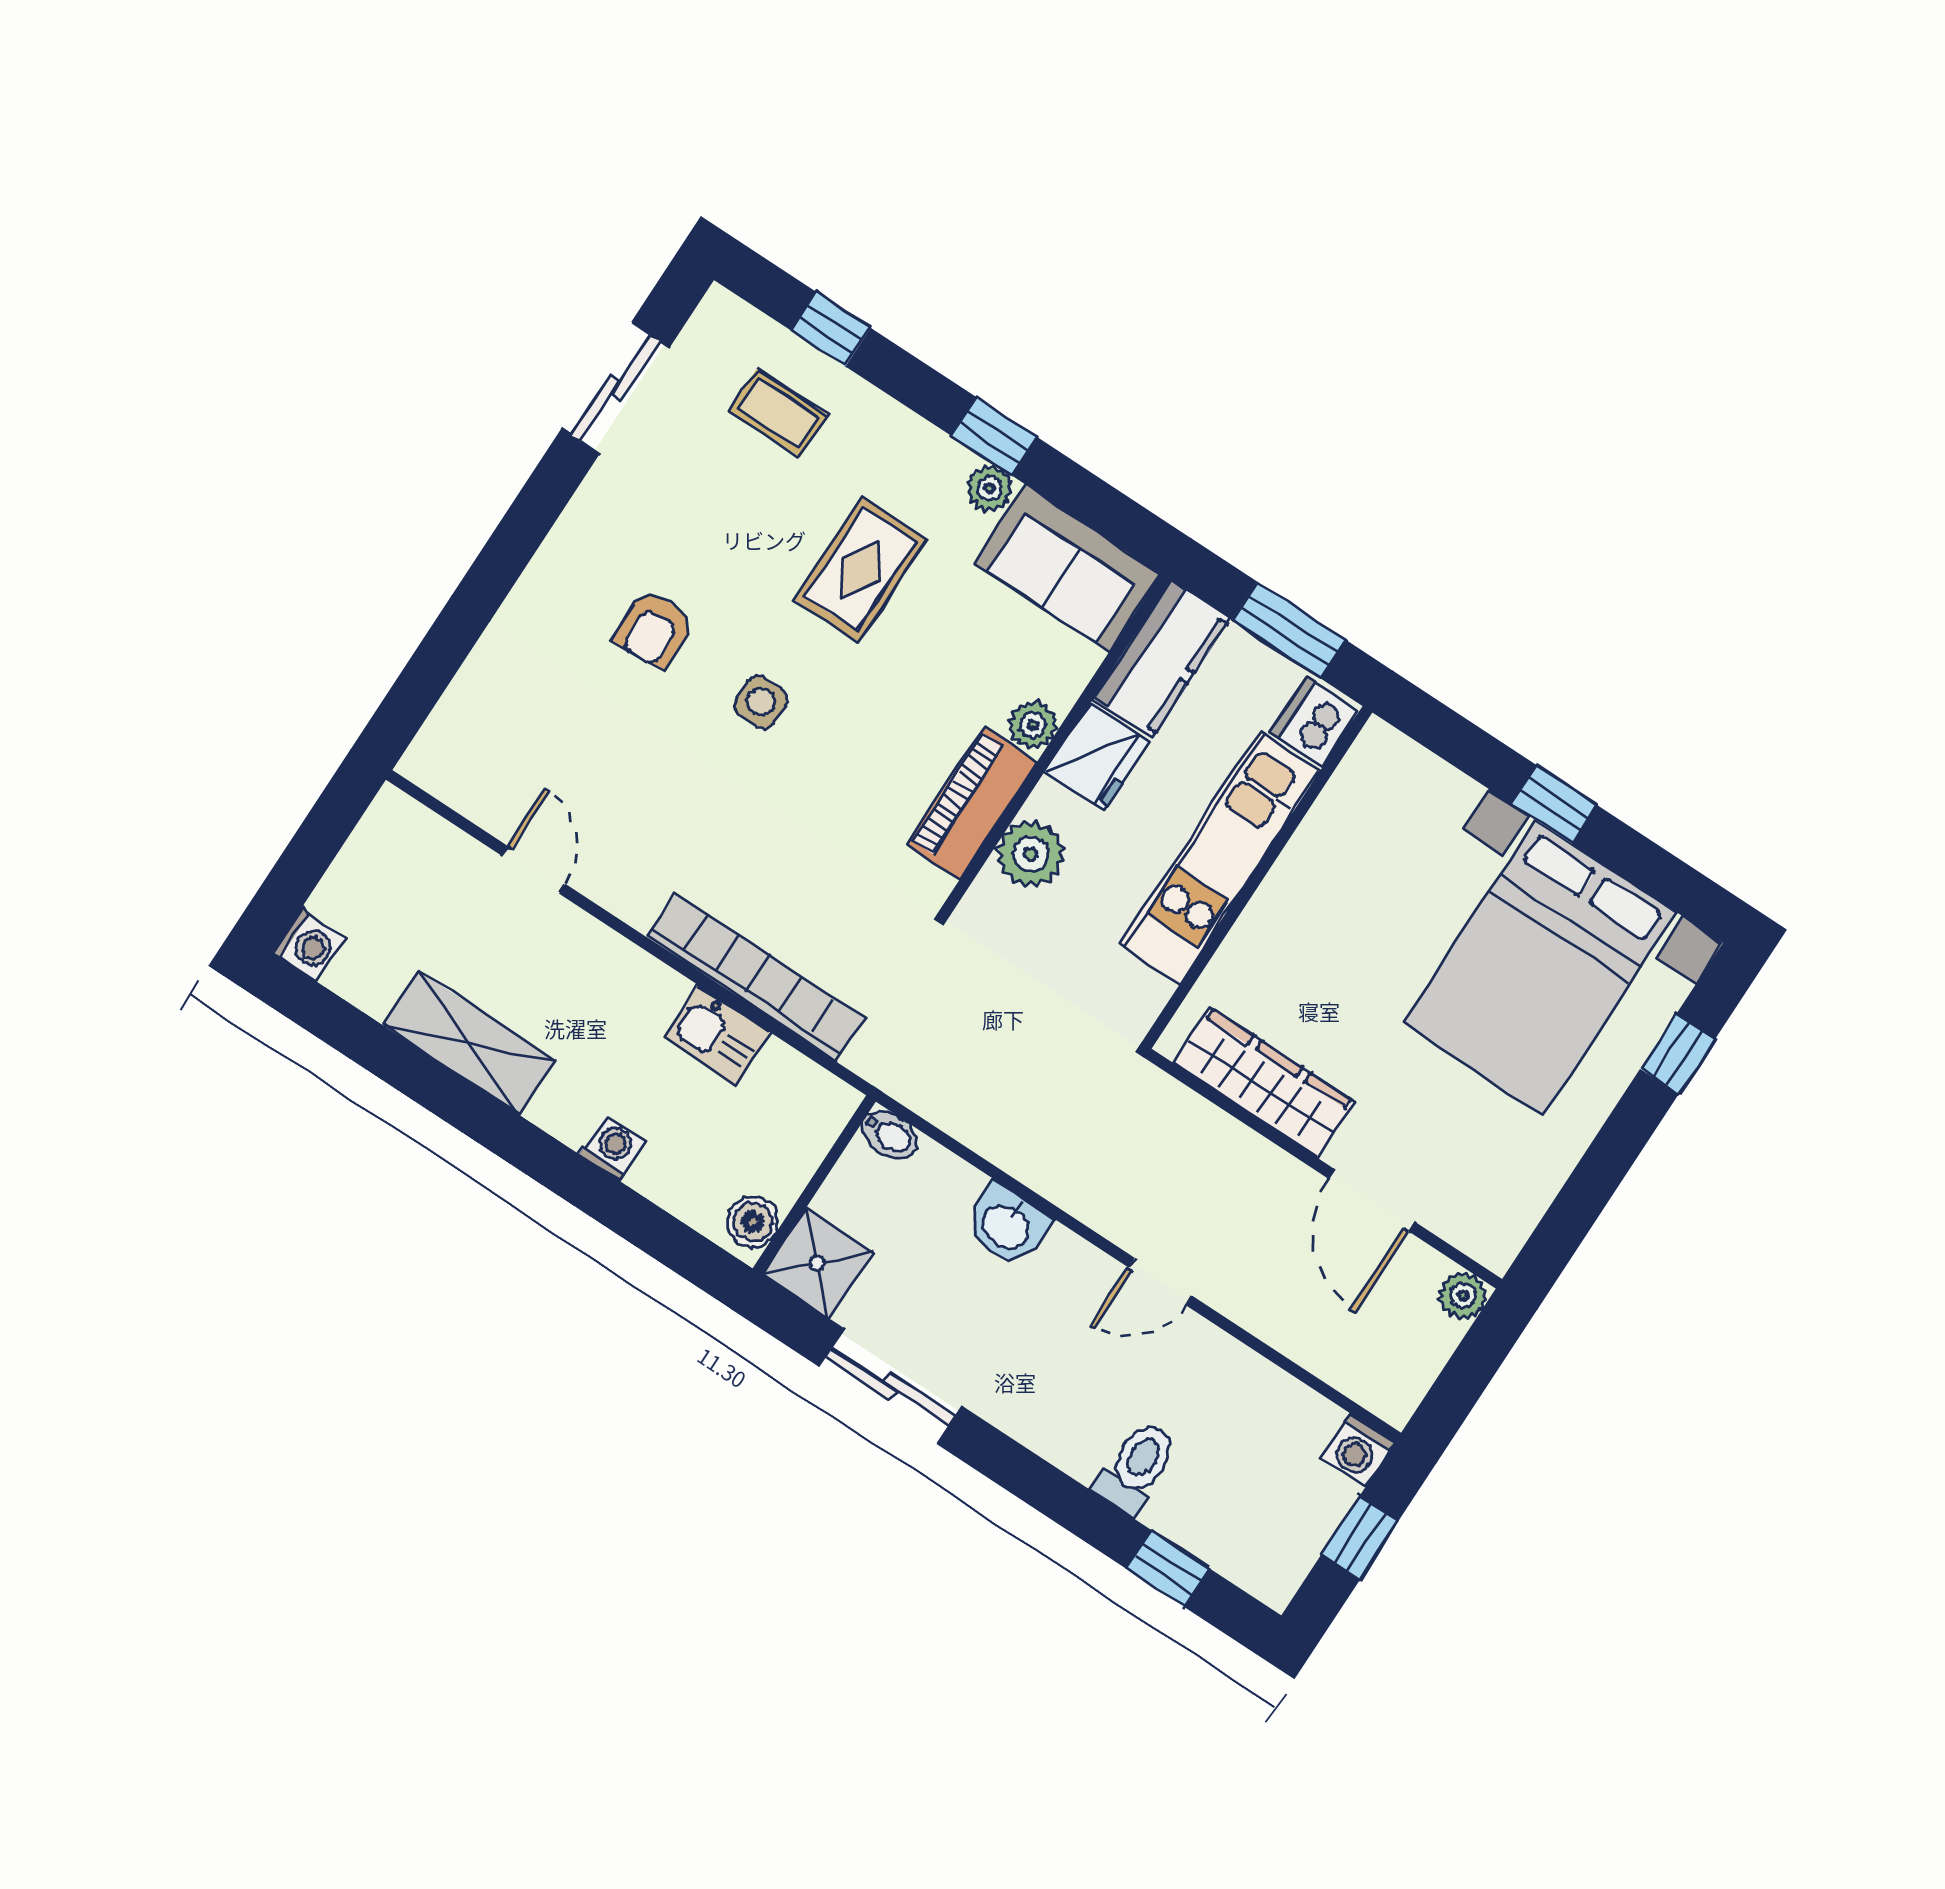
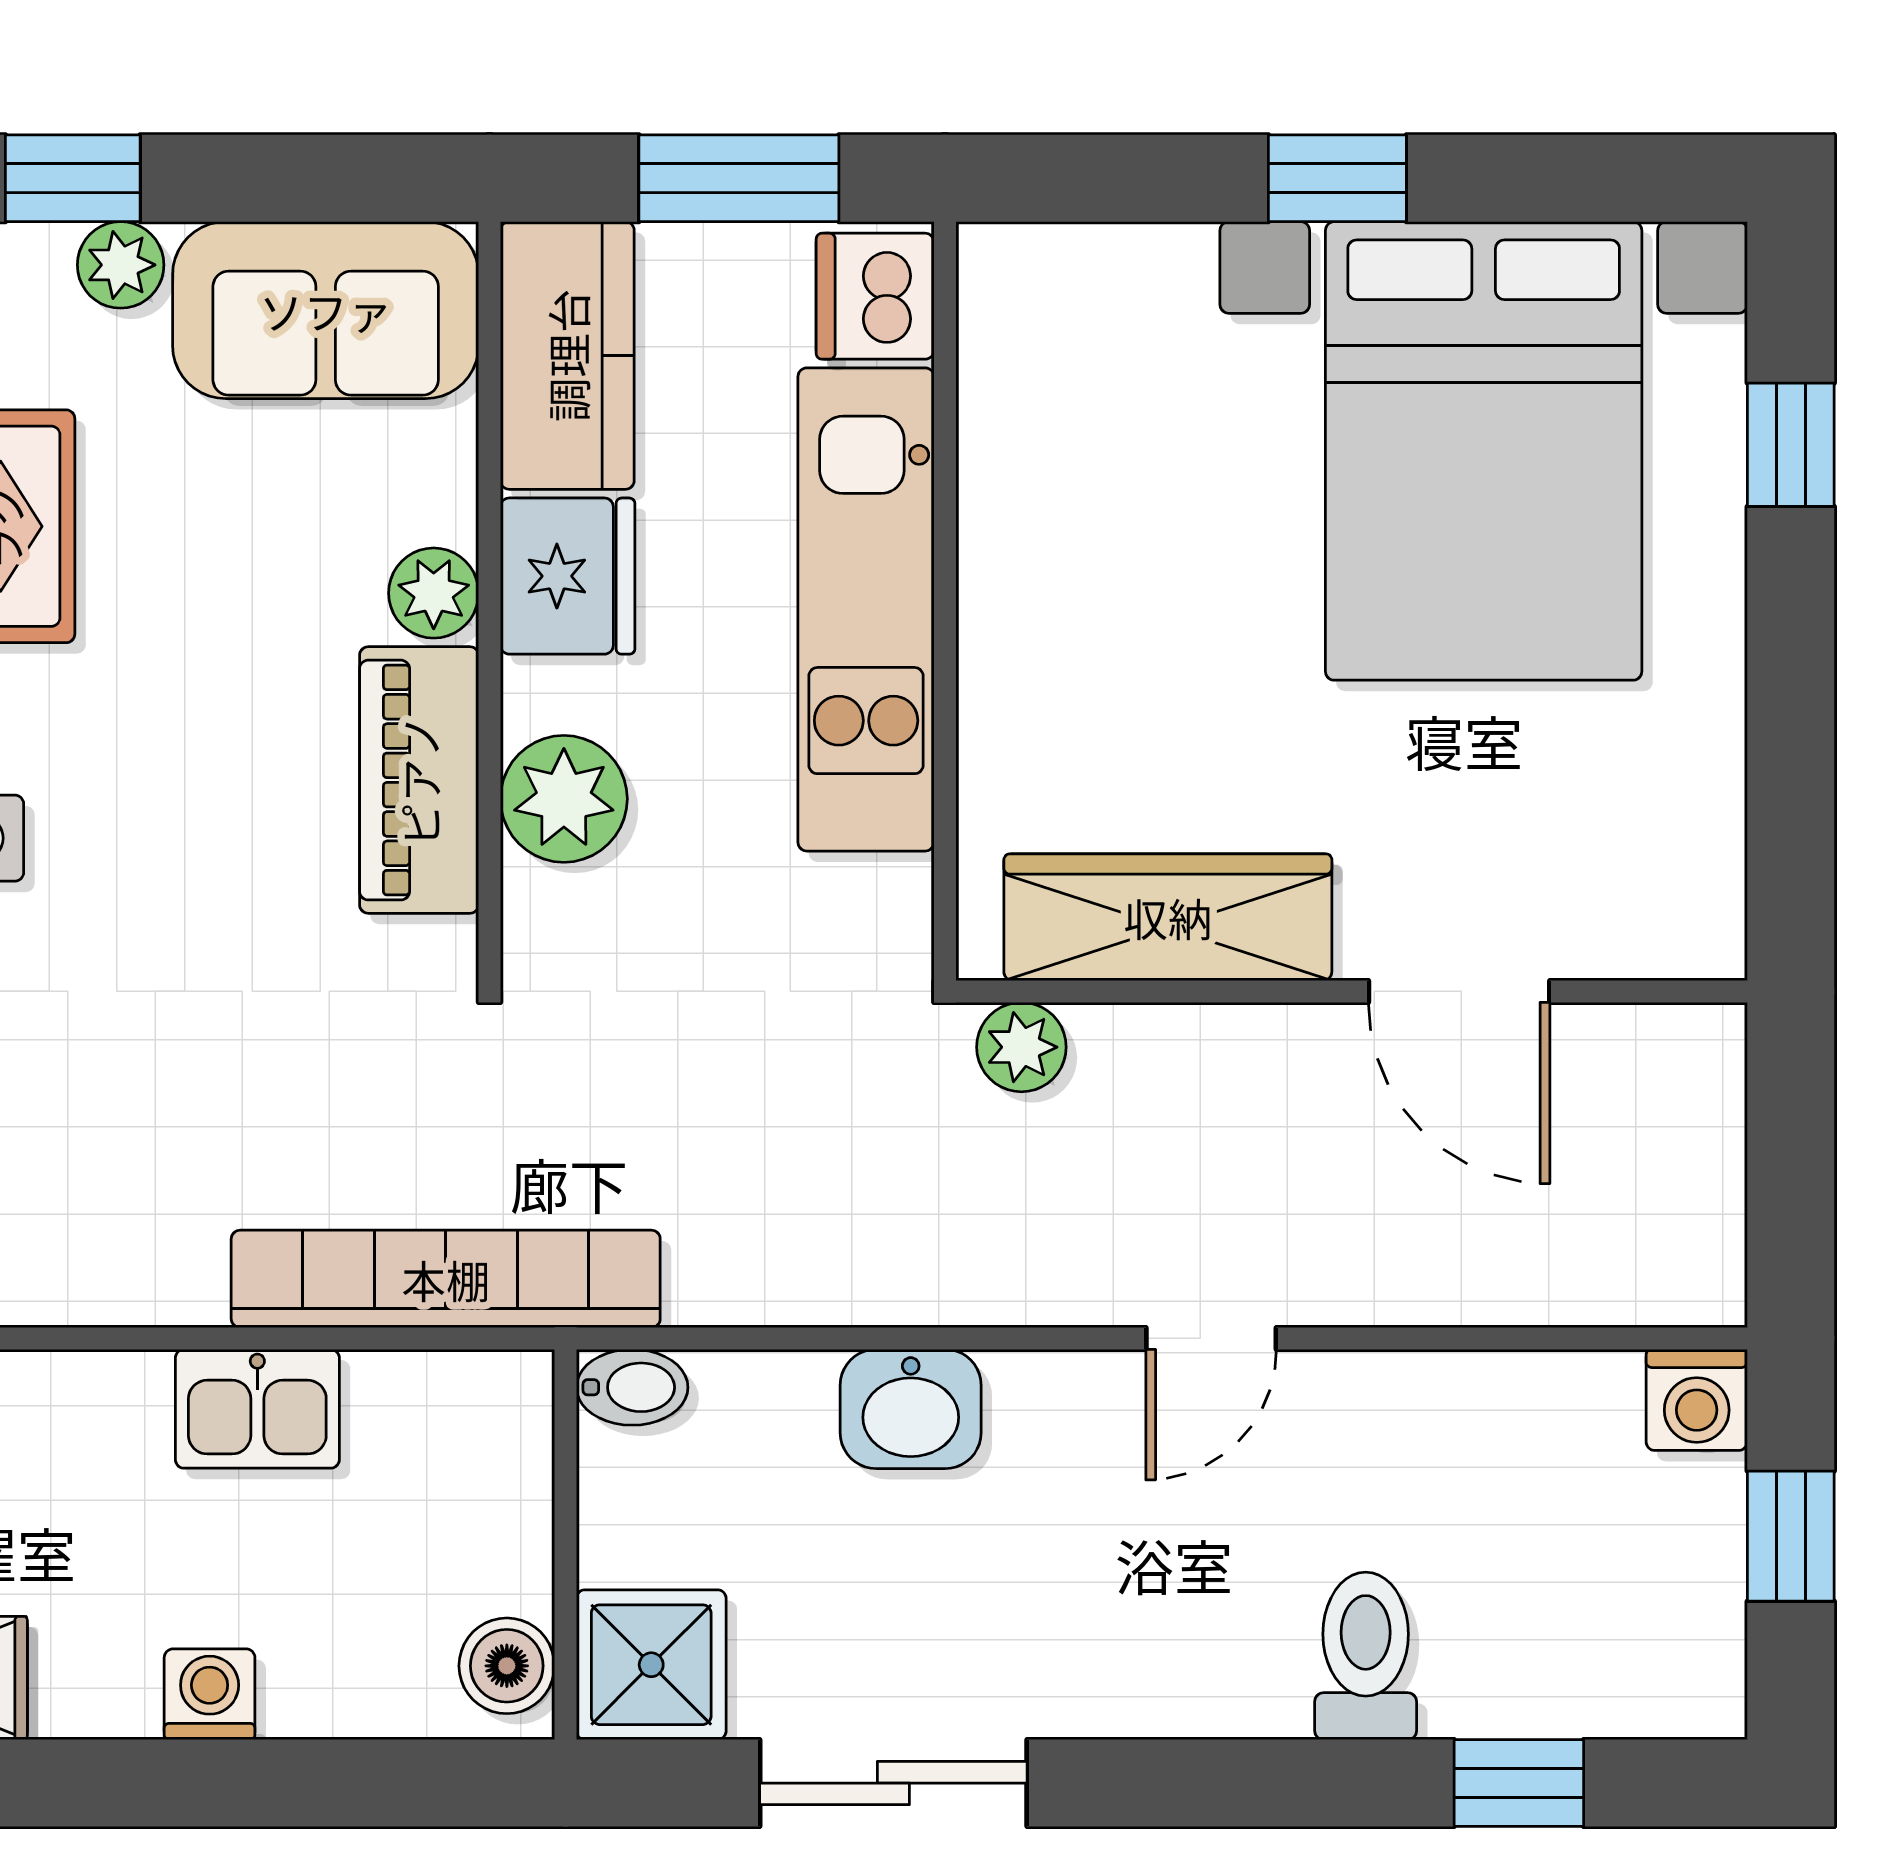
bookcase: (755, 978) -> (446, 1279), moved
plant: (1463, 1296) -> (1021, 1047), moved

